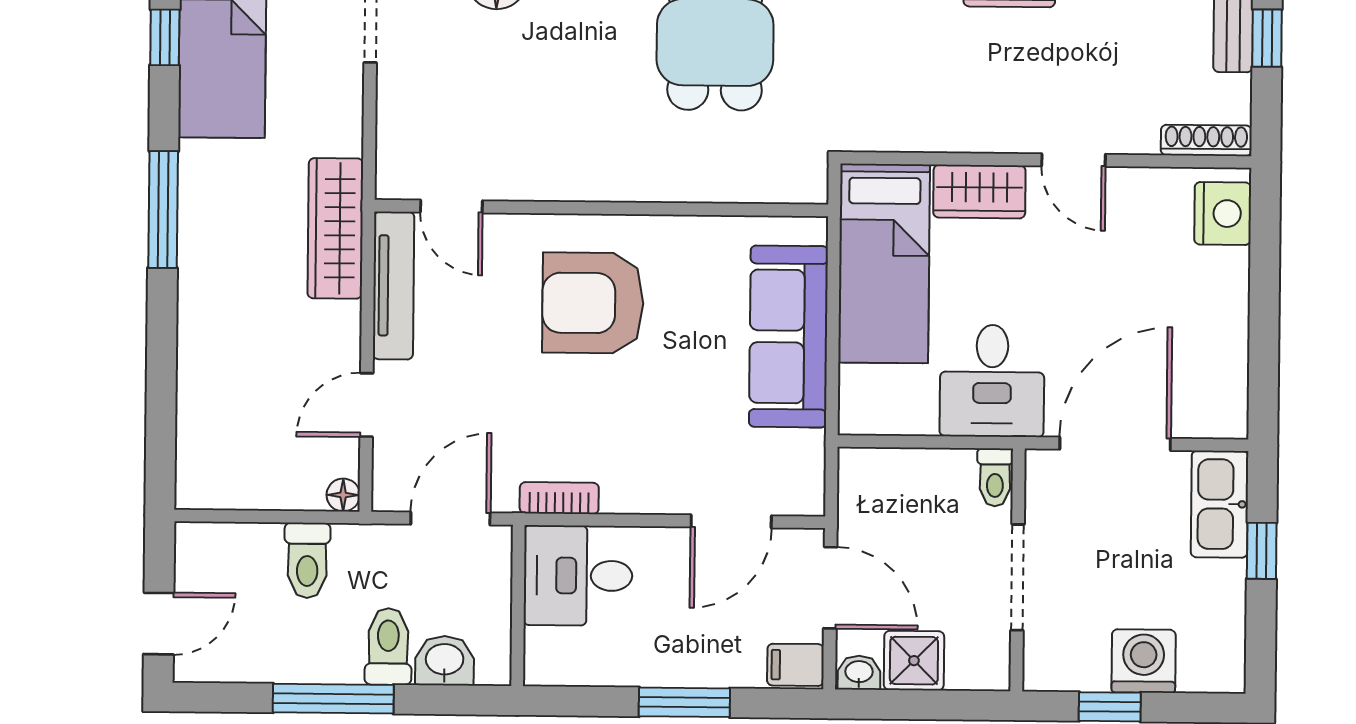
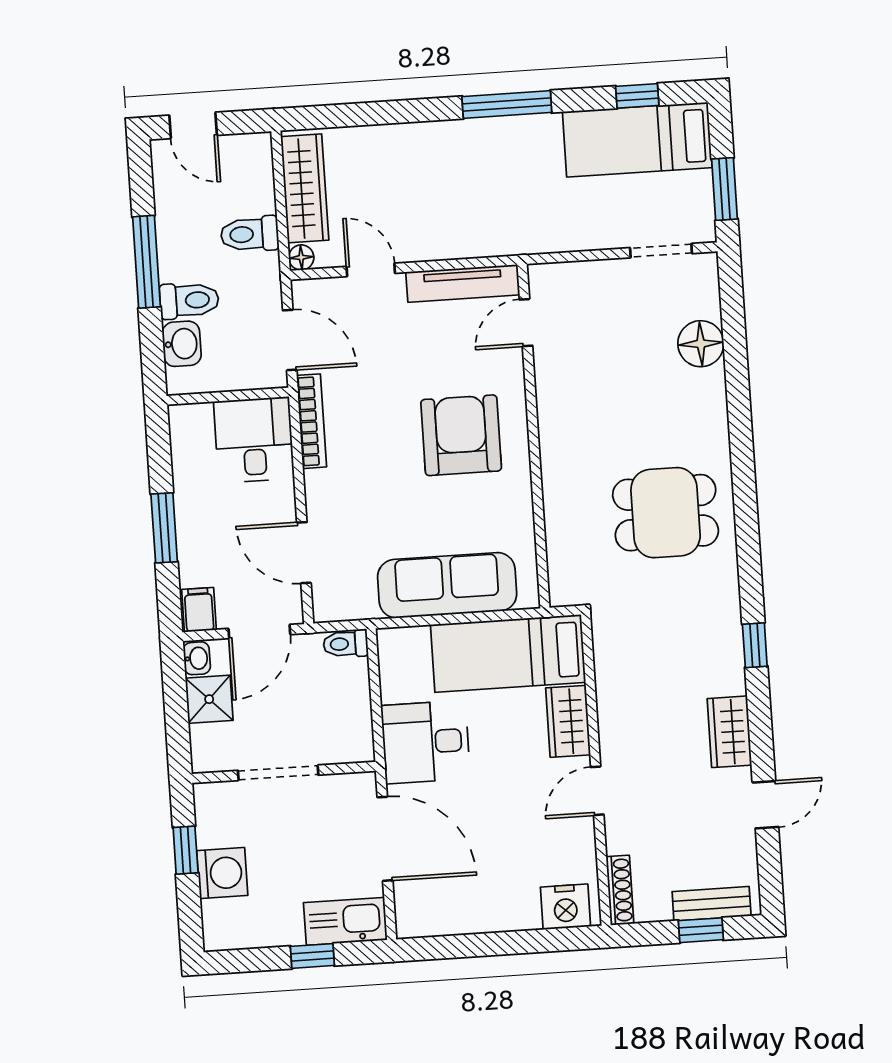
wardrobe: (335, 228) -> (305, 188), moved, turned 90
toilet: (995, 477) -> (346, 644), moved
bookcase: (559, 498) -> (311, 421), width x1.56

